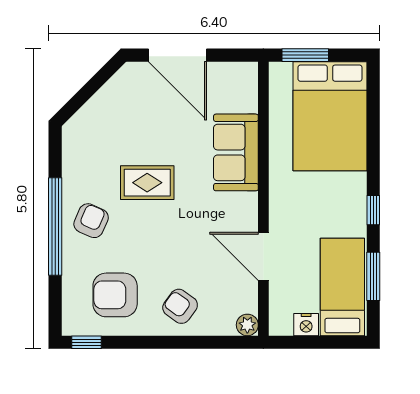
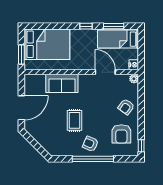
door: (263, 256) -> (105, 72), swing flipped
nightstand: (306, 325) -> (134, 65), moved

